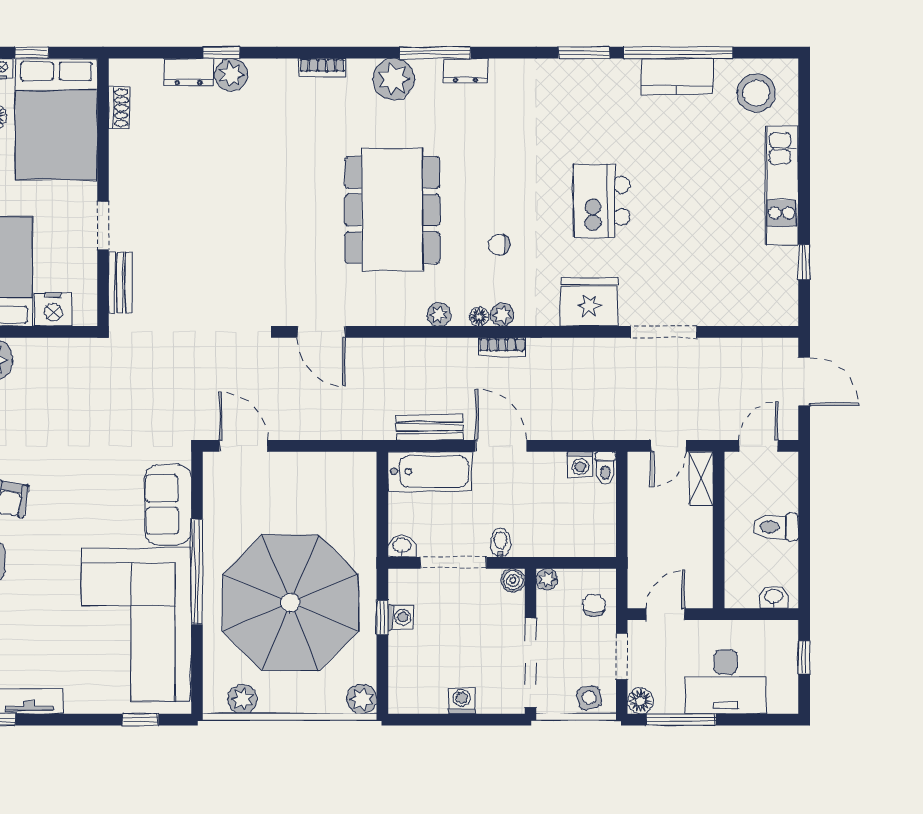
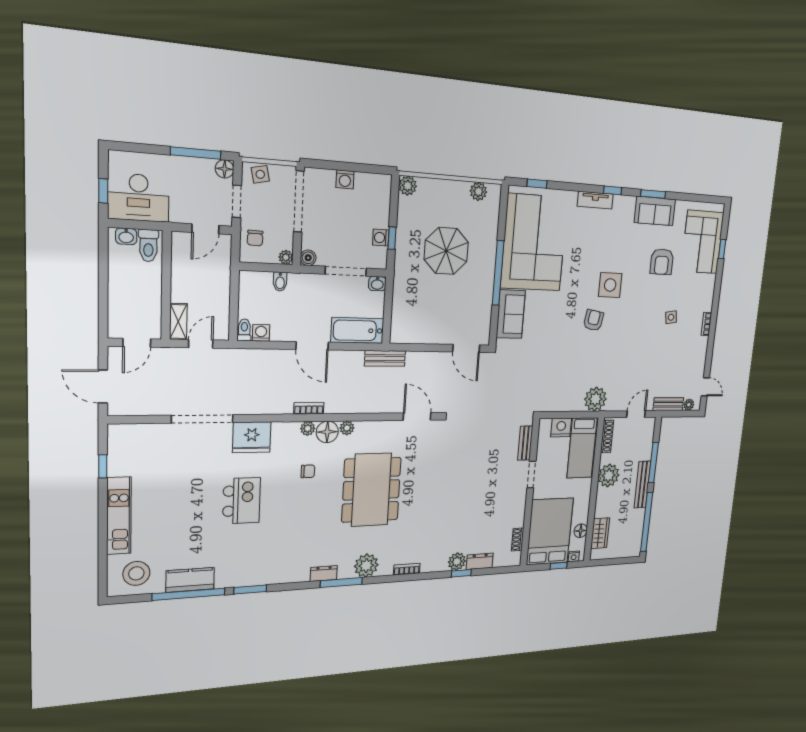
floor lamp: (479, 317) -> (327, 432), width x1.89, depth x1.89
doorway: (664, 332) -> (202, 419), width x1.36
bench: (430, 428) -> (385, 358), moved
toilet: (776, 527) -> (148, 246), moved, turned 90
bidet: (500, 543) -> (280, 282), moved
parasol: (290, 603) -> (446, 251), width x0.54, depth x0.54
desk: (726, 682) -> (138, 198), moved, turned 180

